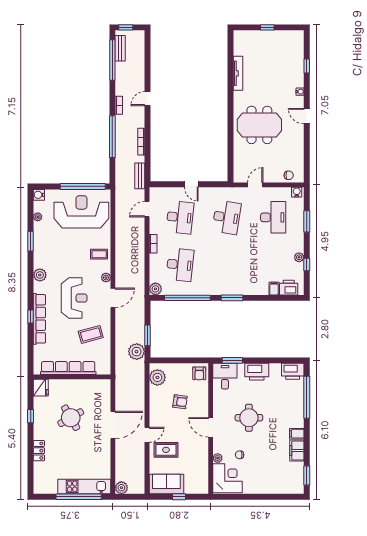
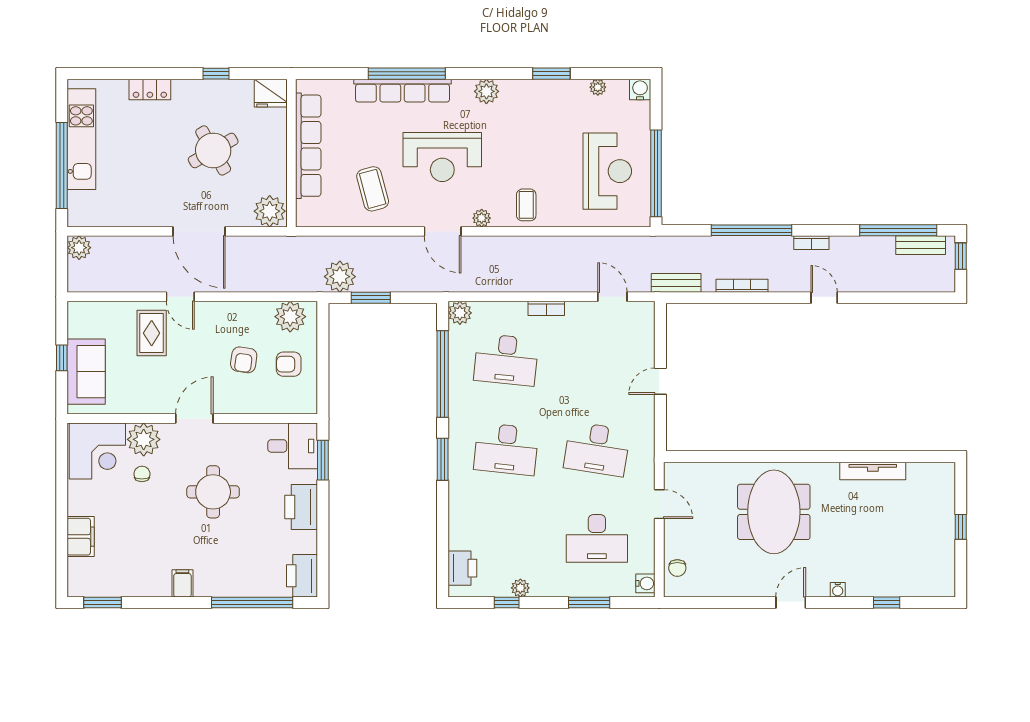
reception desk: (81, 212) -> (607, 171), width x0.74, depth x0.77
desk: (180, 217) -> (506, 449), moved
filing cabinet: (274, 289) -> (460, 540), removed
window: (31, 317) -> (407, 74), width x3.17
armchair: (199, 373) -> (289, 364), moved
plant: (102, 388) -> (270, 211), added
filing cabinet: (297, 450) -> (81, 537), moved, turned 90
plant: (218, 458) -> (144, 439), width x1.88, depth x1.88
sofa: (166, 484) -> (86, 372), moved
kitchen unit: (84, 486) -> (81, 139), moved

